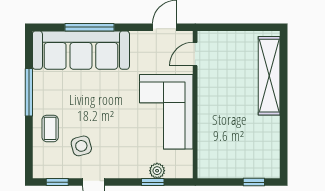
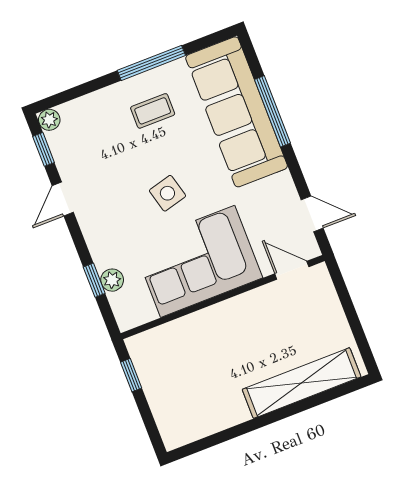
coffee table: (50, 128) -> (153, 111), moved
side table: (81, 146) -> (167, 193), moved
plant: (40, 171) -> (49, 120), added
window: (254, 182) -> (131, 375), moved

